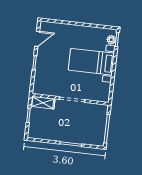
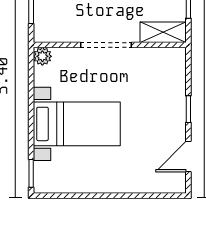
plant: (111, 40) -> (42, 56), moved

